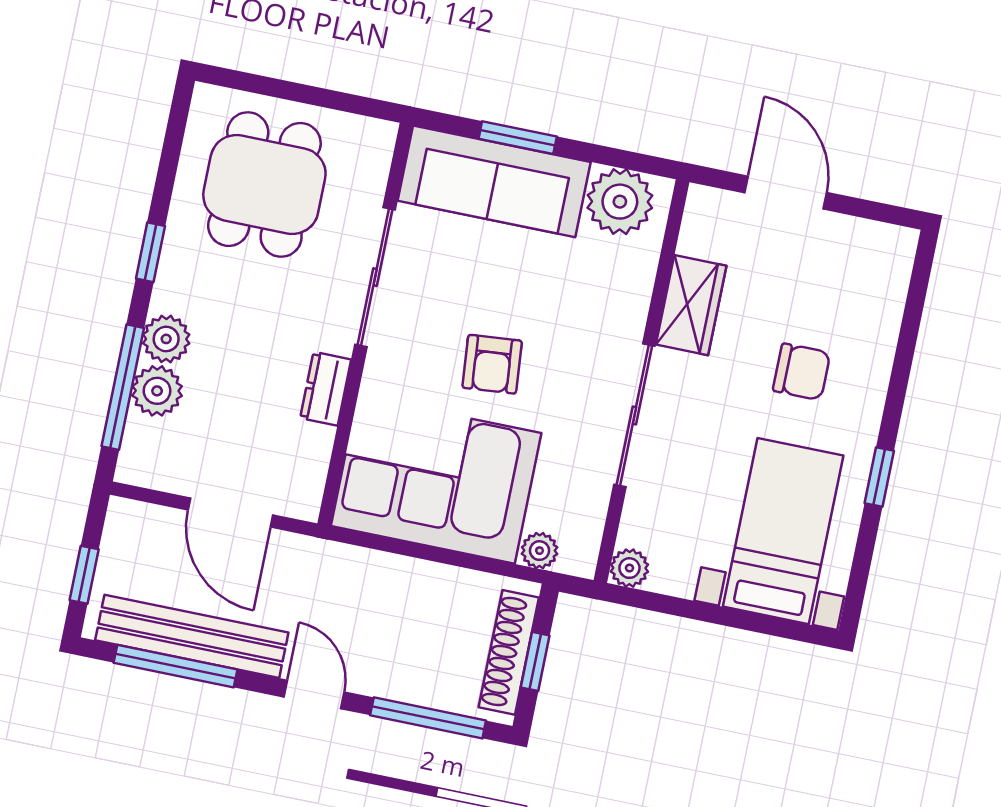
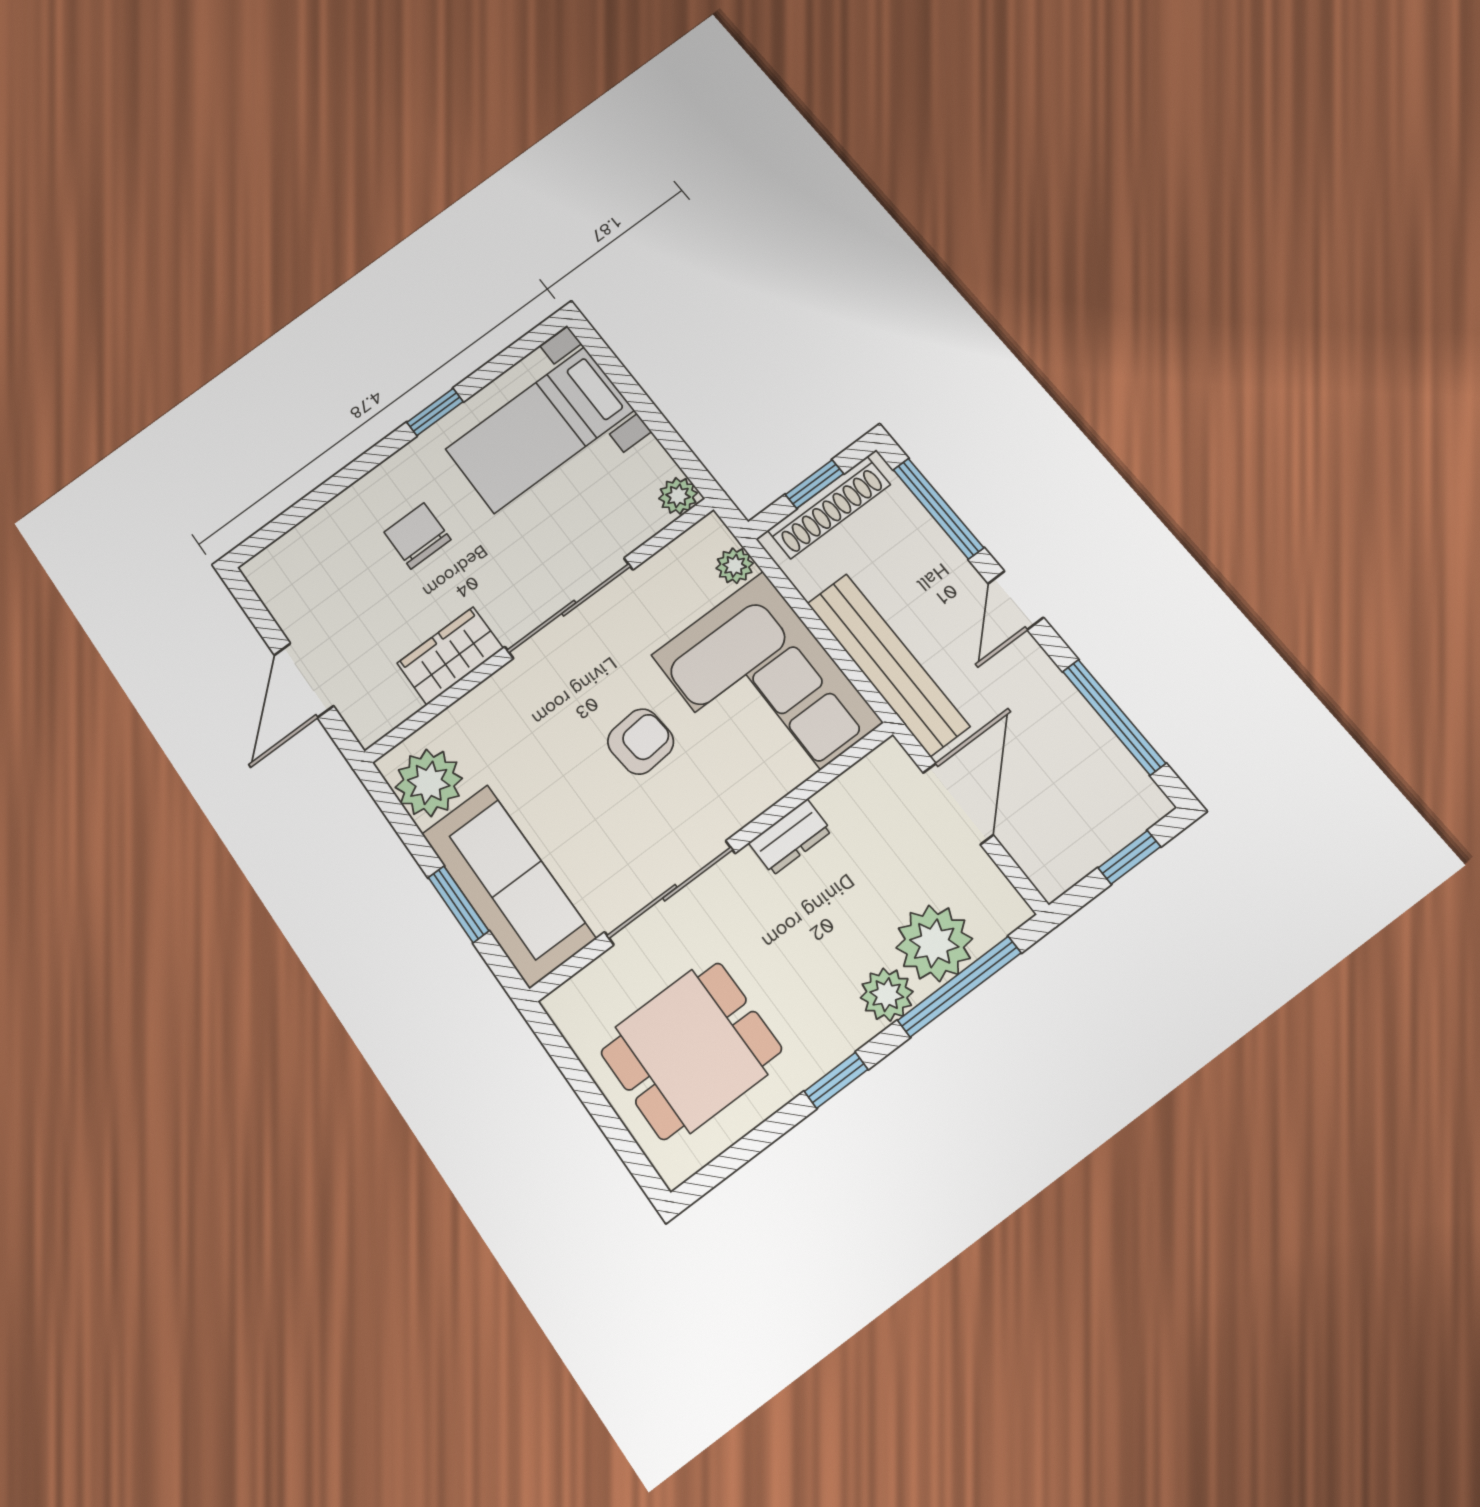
plant: (157, 391) -> (934, 943), width x1.36, depth x1.36
bench: (192, 636) -> (888, 664), moved

